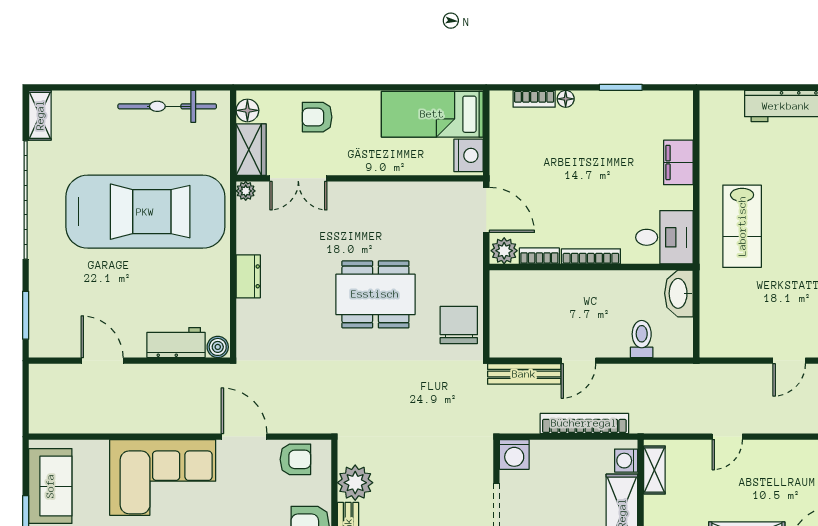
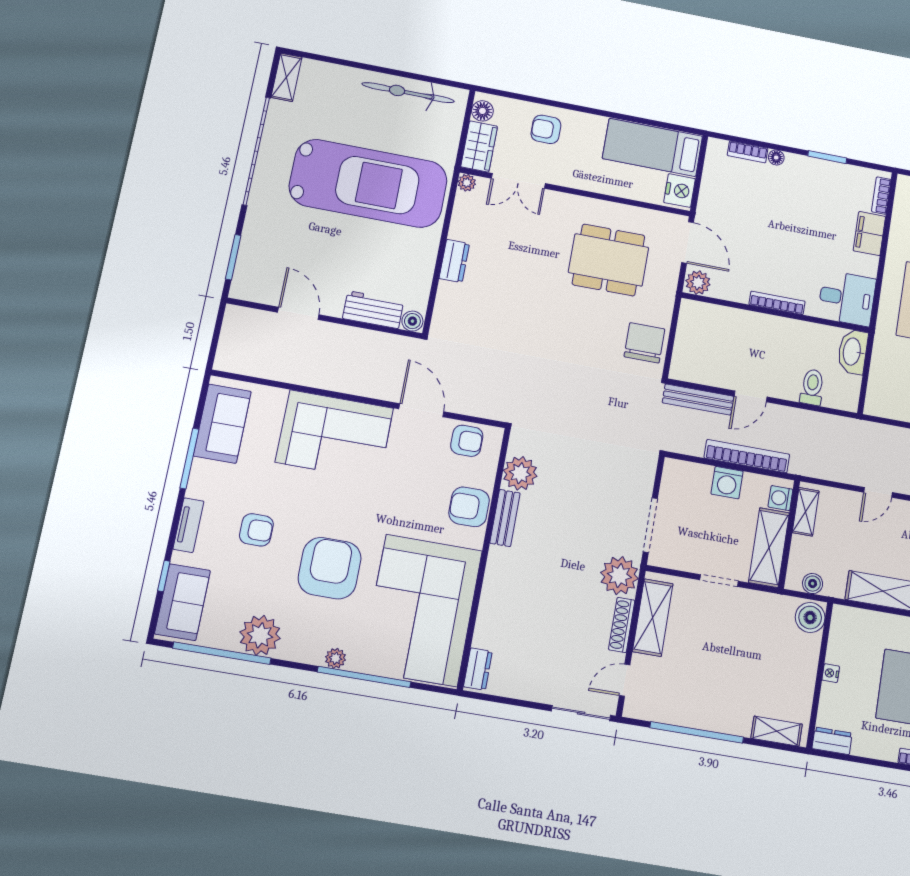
bookcase: (539, 256) -> (881, 196), moved, turned -90
dining table: (375, 294) -> (609, 260), moved
washing machine: (514, 454) -> (727, 483), moved

